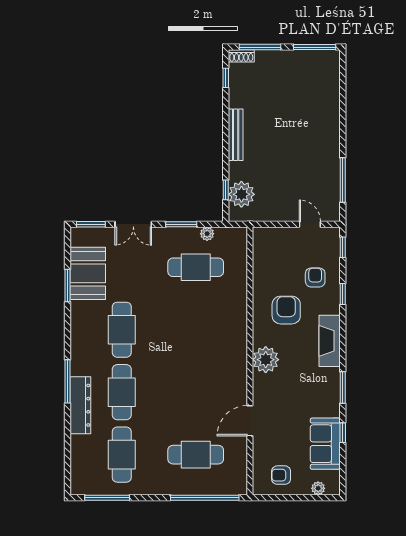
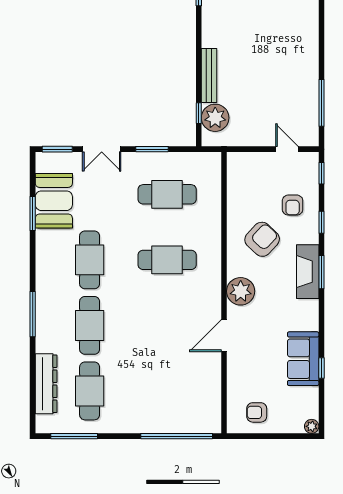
bench: (236, 135) -> (209, 75), moved
plant: (207, 234) -> (179, 159), removed
armchair: (315, 277) -> (293, 205), turned 180
armchair: (286, 310) -> (262, 239), turned 43
window: (343, 387) -> (321, 272), moved
dresser: (80, 405) -> (46, 384), moved
door: (250, 421) -> (224, 336), moved
sofa: (325, 444) -> (303, 359), moved
cafe table: (196, 455) -> (167, 260), moved
plant: (318, 488) -> (312, 426), moved

